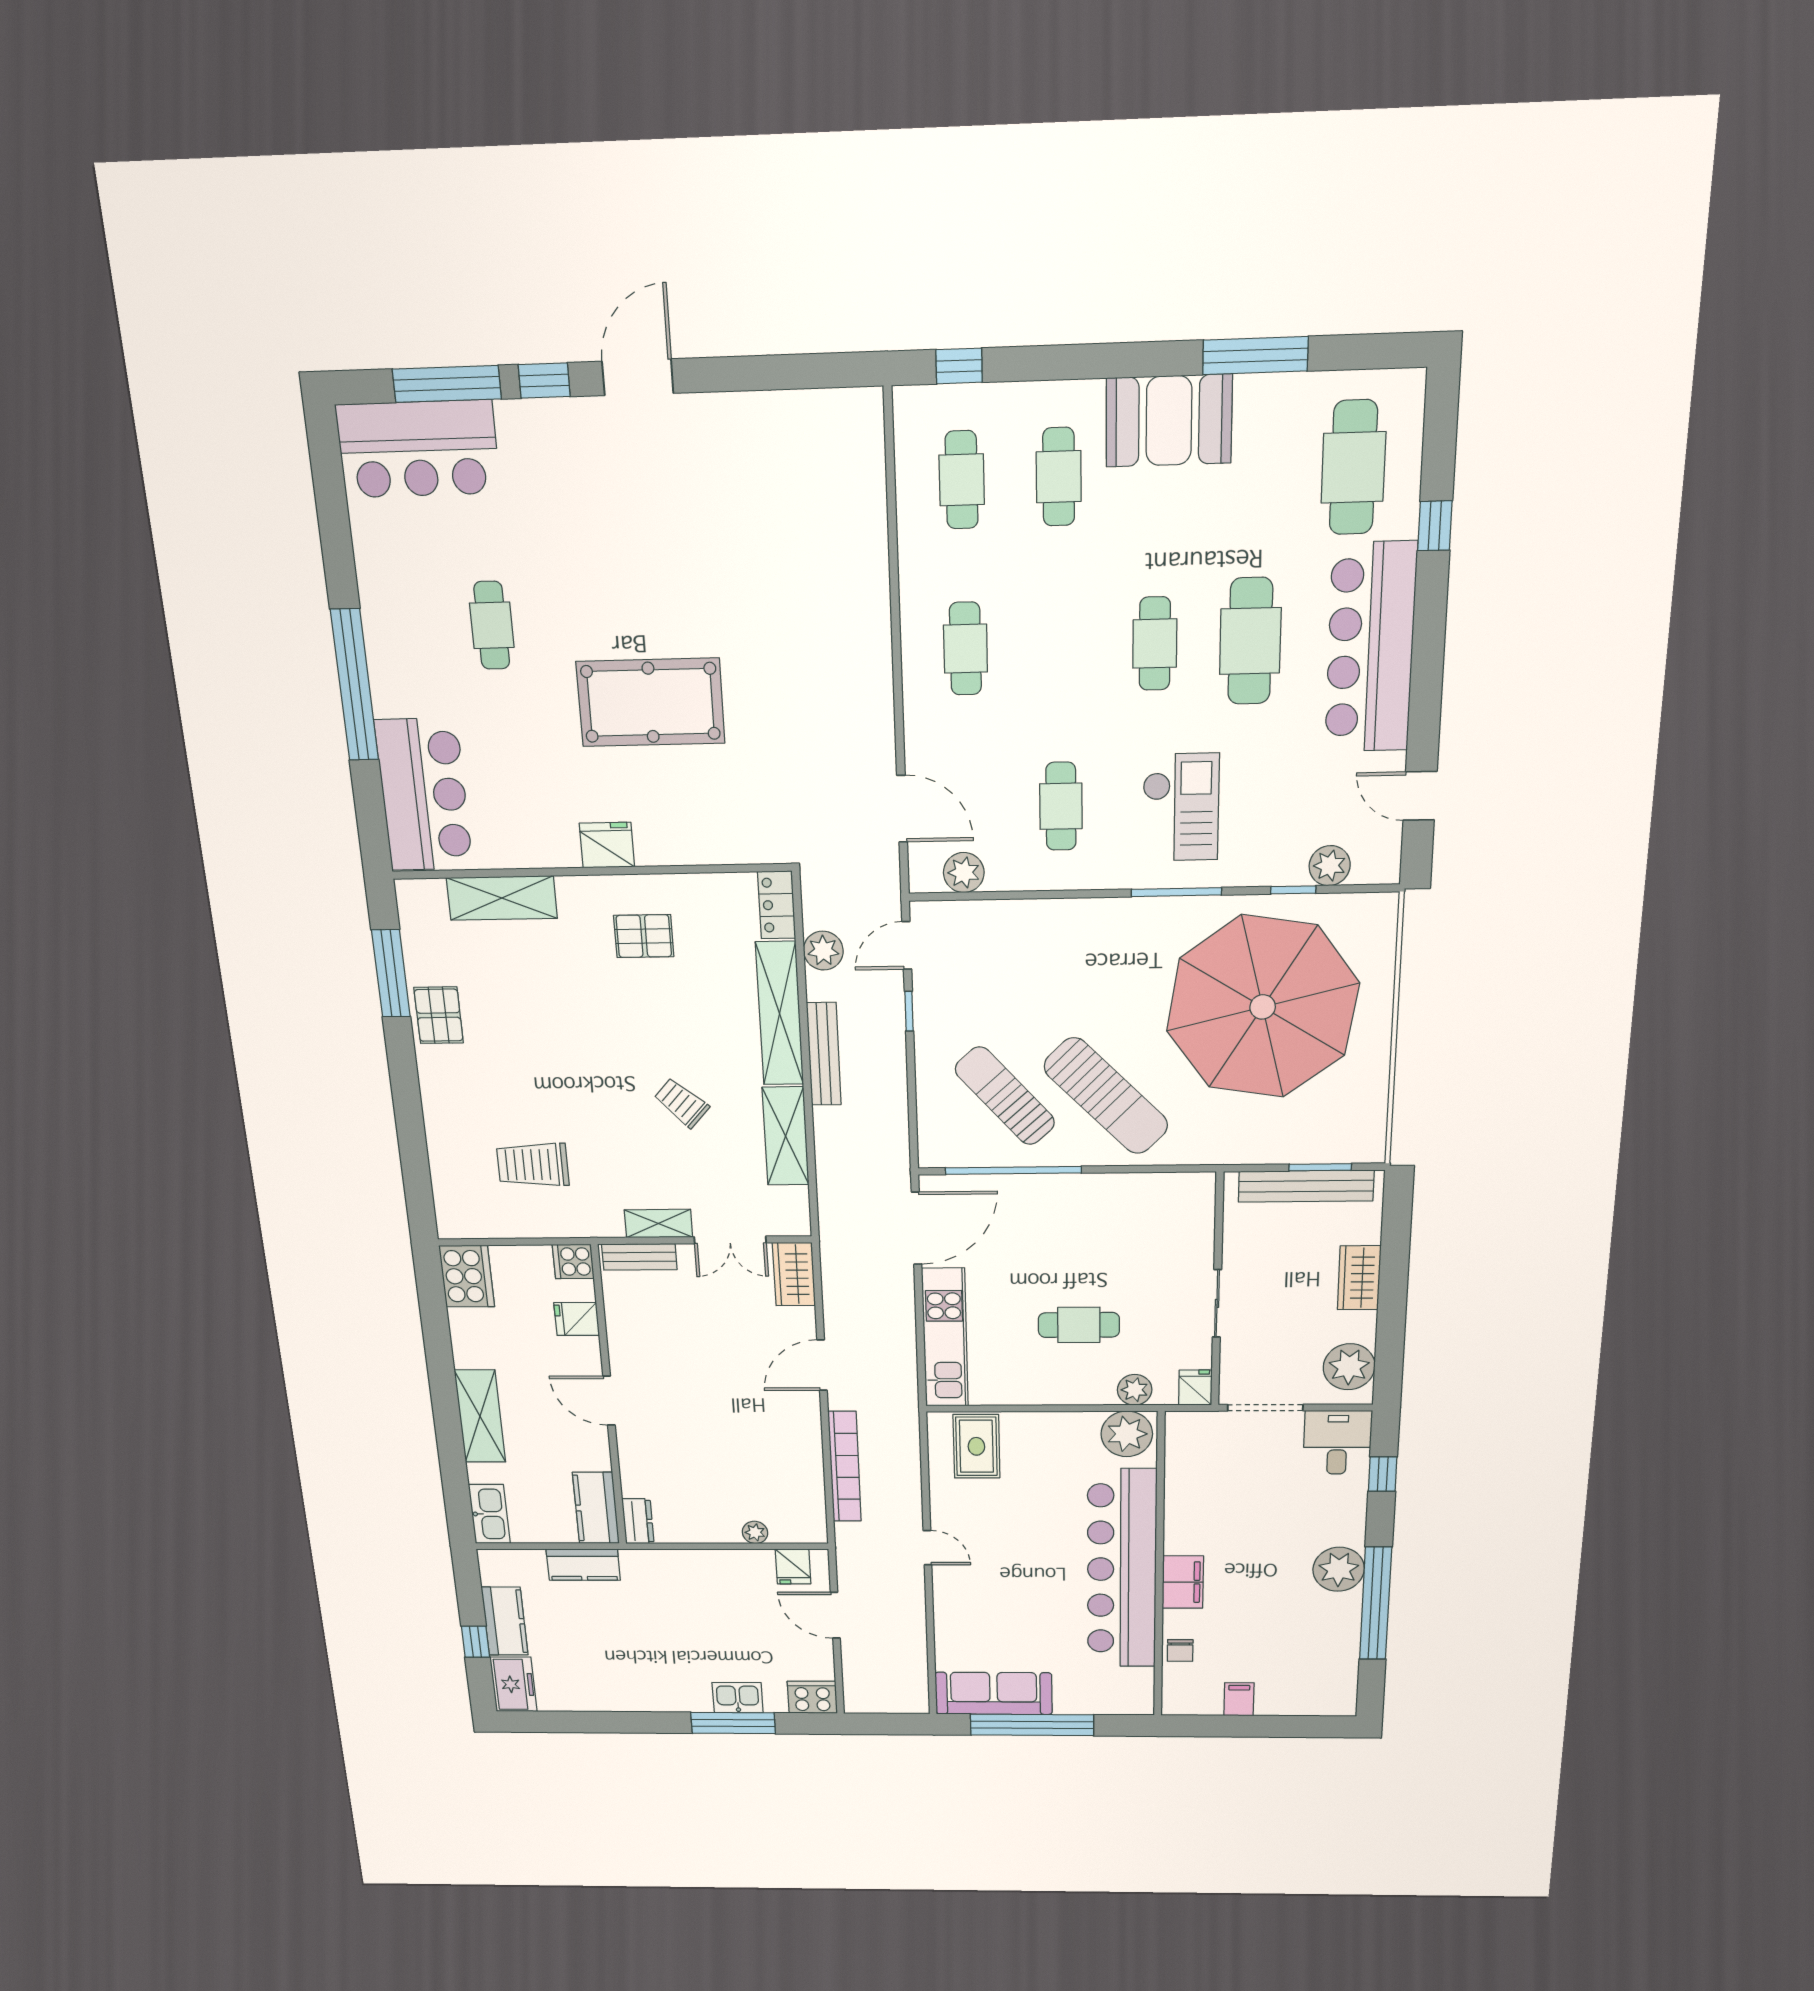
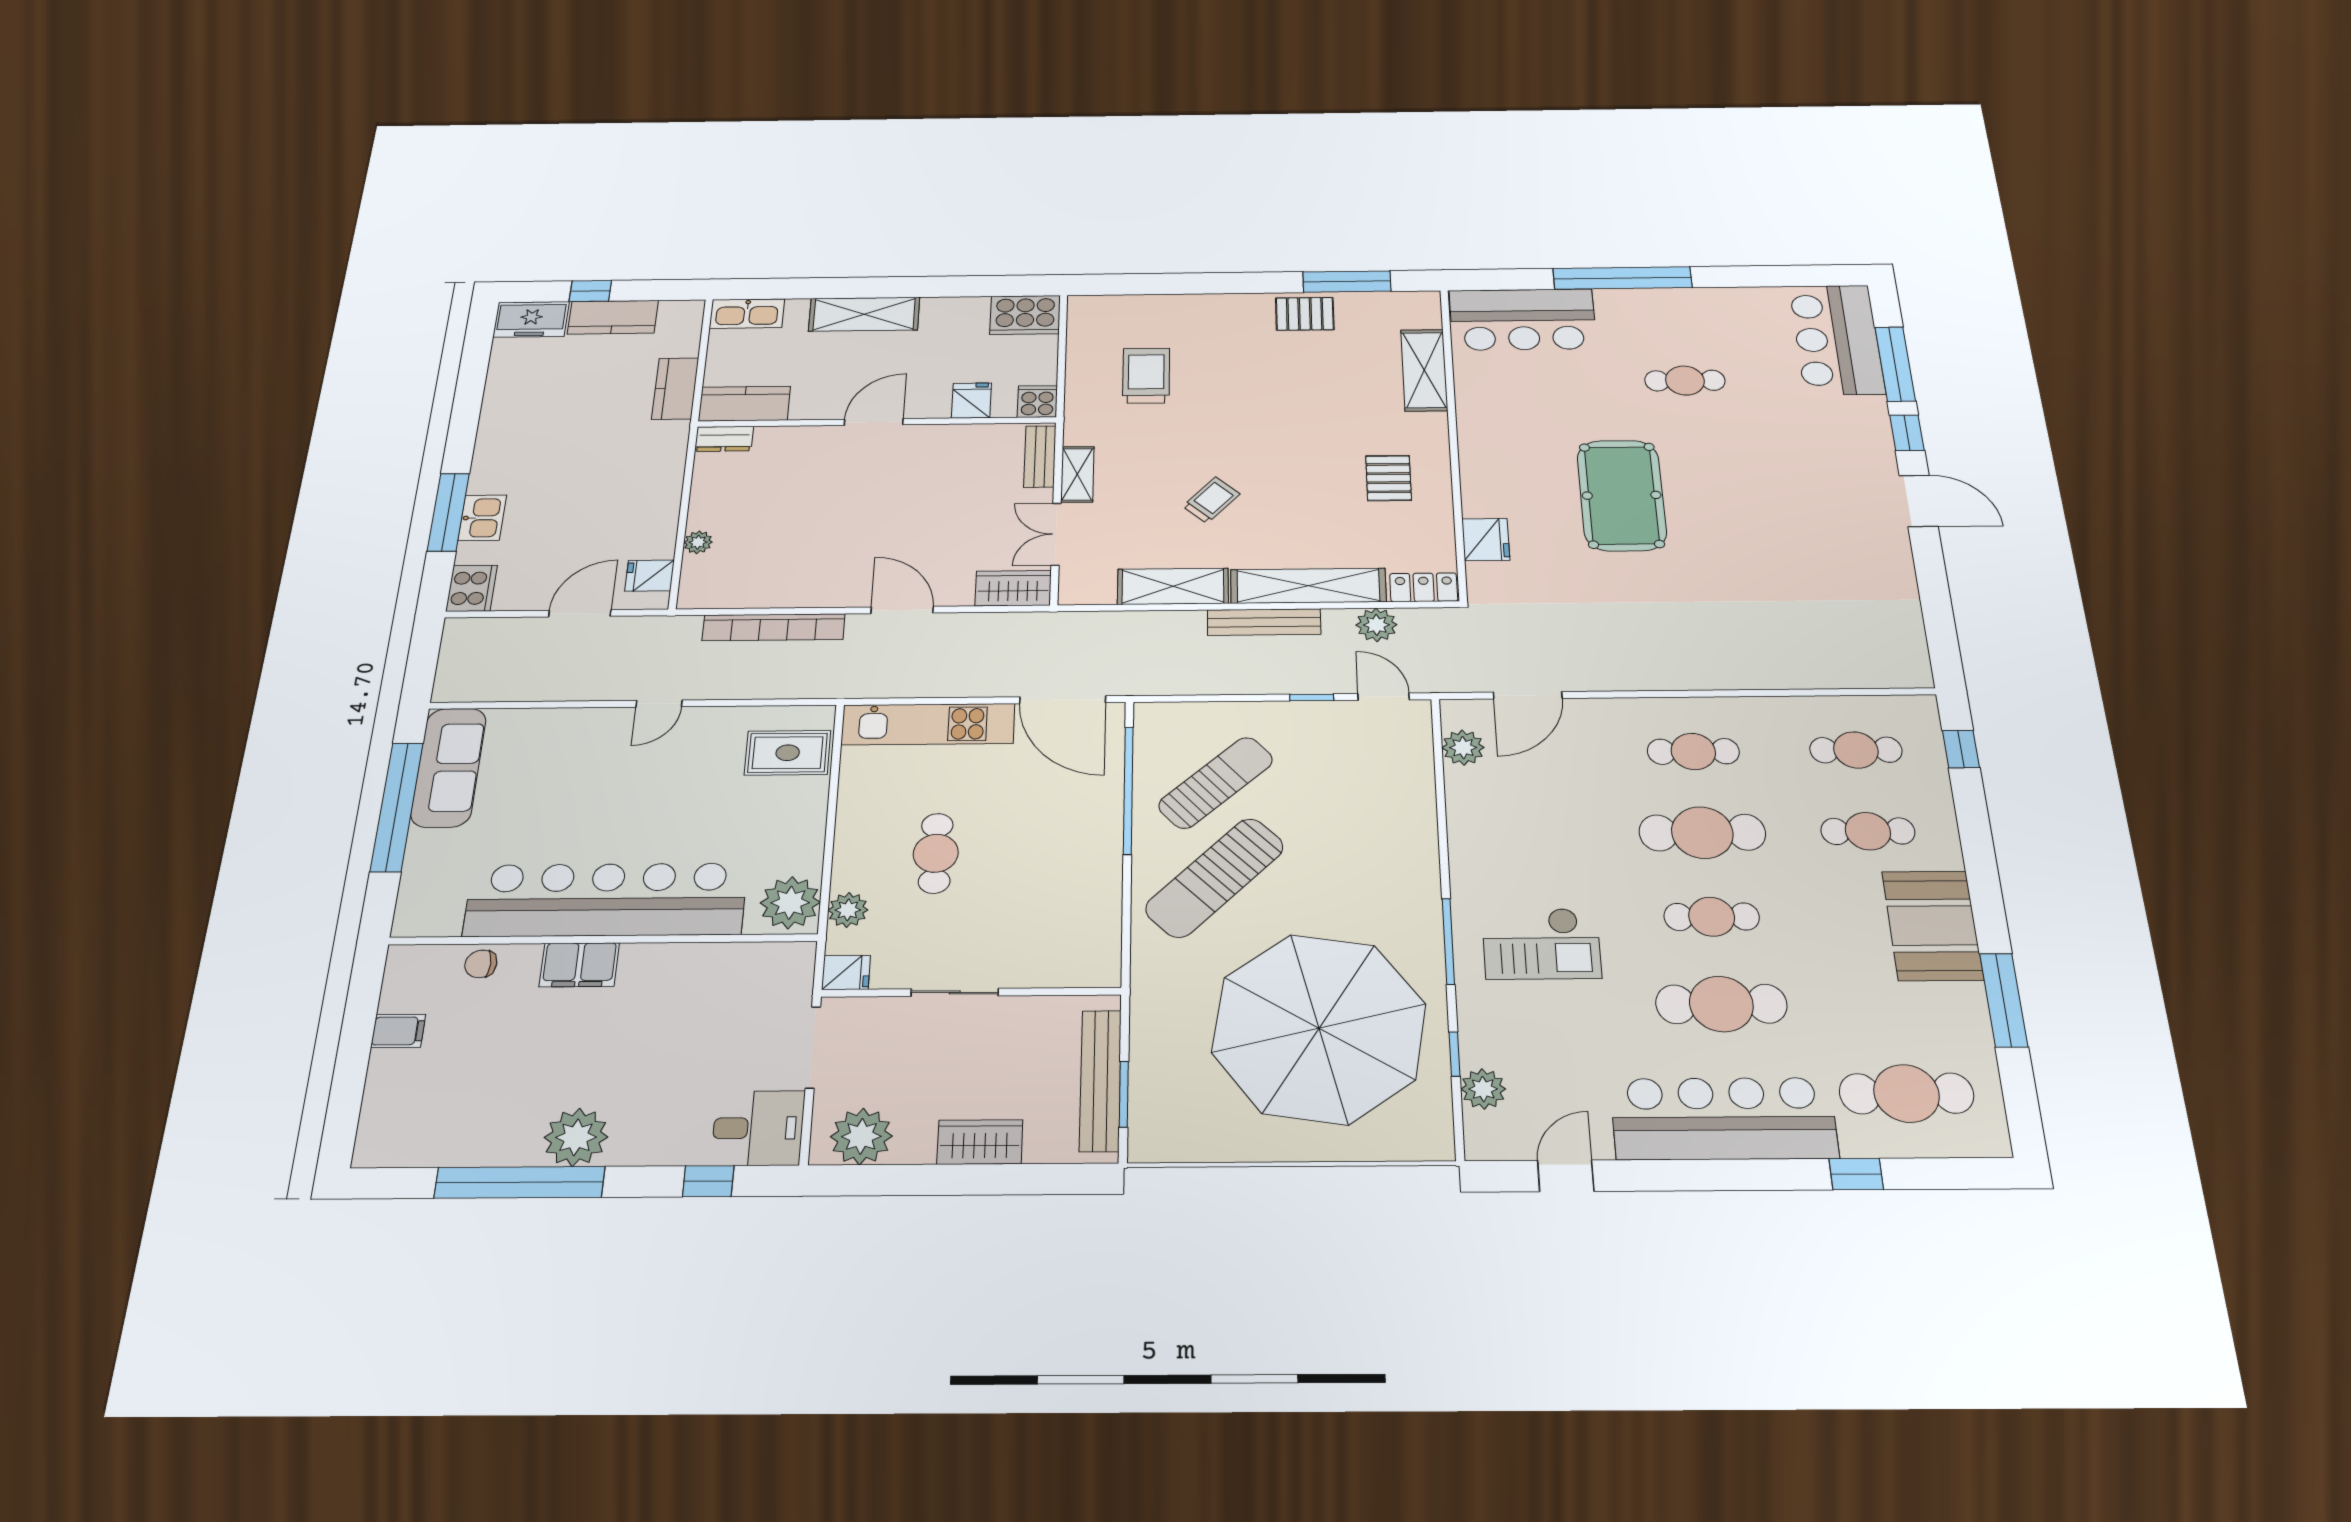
cafe table: (1061, 806) -> (1702, 833), moved, width x1.37, depth x1.35
fridge: (607, 845) -> (1486, 540), moved

